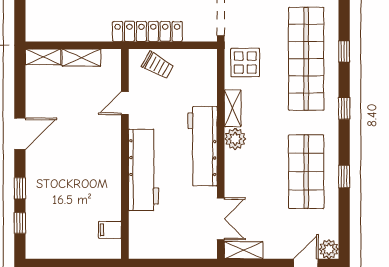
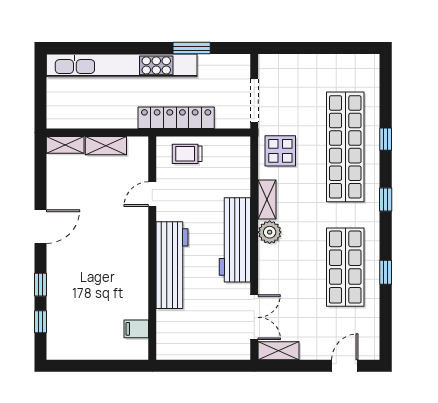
trolley: (158, 65) -> (187, 154), turned 151
plant: (329, 249) -> (369, 350), removed

